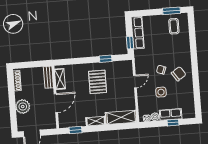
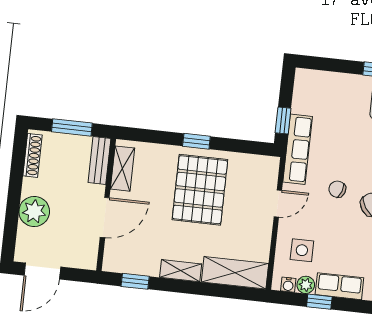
row of seats: (138, 33) -> (298, 149), moved
window: (106, 59) -> (196, 141), moved
window: (33, 64) -> (72, 127), added
pallet: (98, 82) -> (200, 190), width x1.37, depth x1.41
side table: (161, 92) -> (302, 250), moved
window: (173, 123) -> (319, 302), moved

